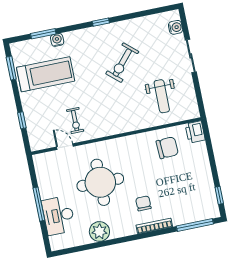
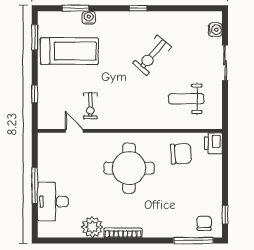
weight bench: (162, 96) -> (186, 99), turned 90
round table: (100, 182) -> (129, 168), moved
chair: (143, 203) -> (204, 223), moved
bookcase: (154, 226) -> (123, 233), moved

